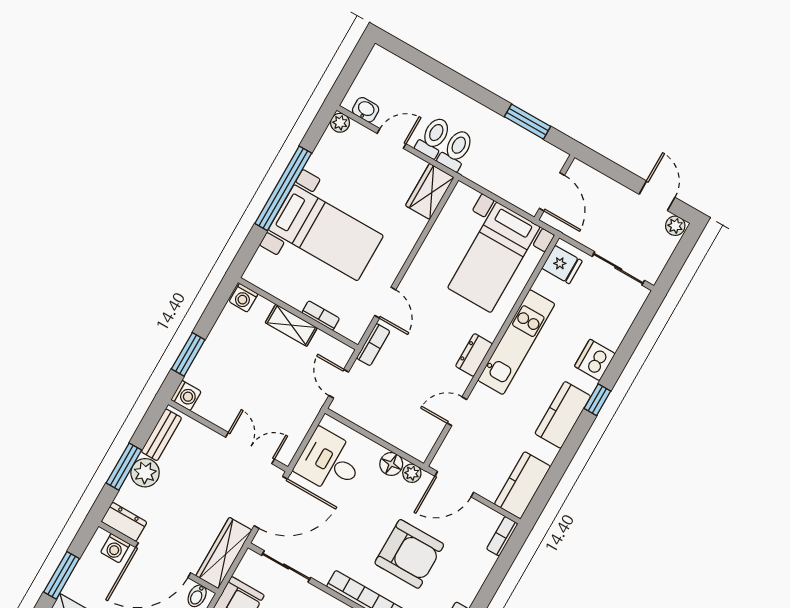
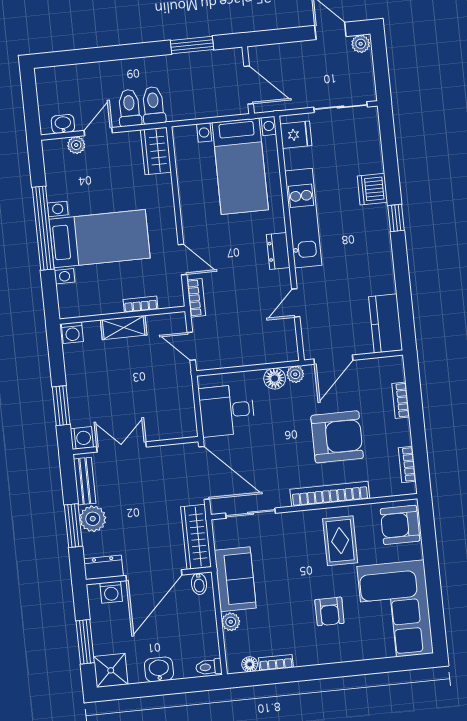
plant: (340, 123) -> (76, 145), moved
kitchen counter: (563, 415) -> (378, 248), removed
double door: (250, 448) -> (121, 447), moved
door: (271, 502) -> (204, 473), hinge flipped
bookcase: (502, 536) -> (401, 400), moved

